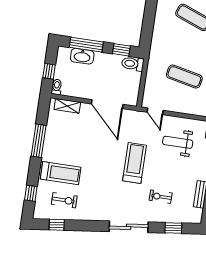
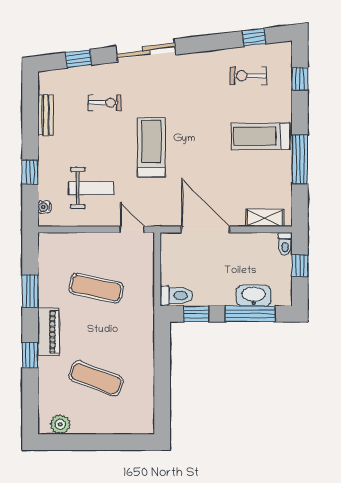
treadmill: (135, 163) -> (151, 147), turned 180
treadmill: (61, 173) -> (261, 136), moved

